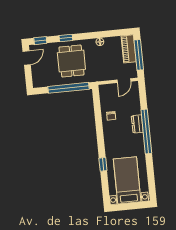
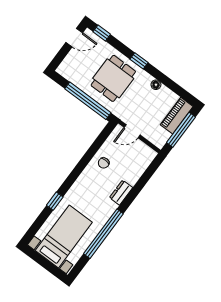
window: (66, 38) -> (139, 61), moved
door: (124, 81) -> (132, 131), moved
window: (146, 132) -> (103, 234), moved

